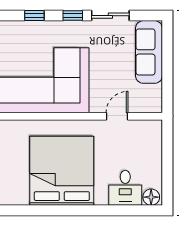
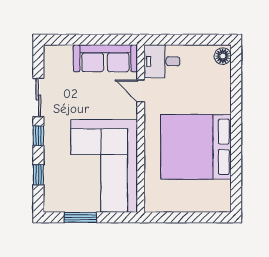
sofa: (149, 52) -> (105, 58), moved
desk: (125, 188) -> (162, 61), moved, turned 180

